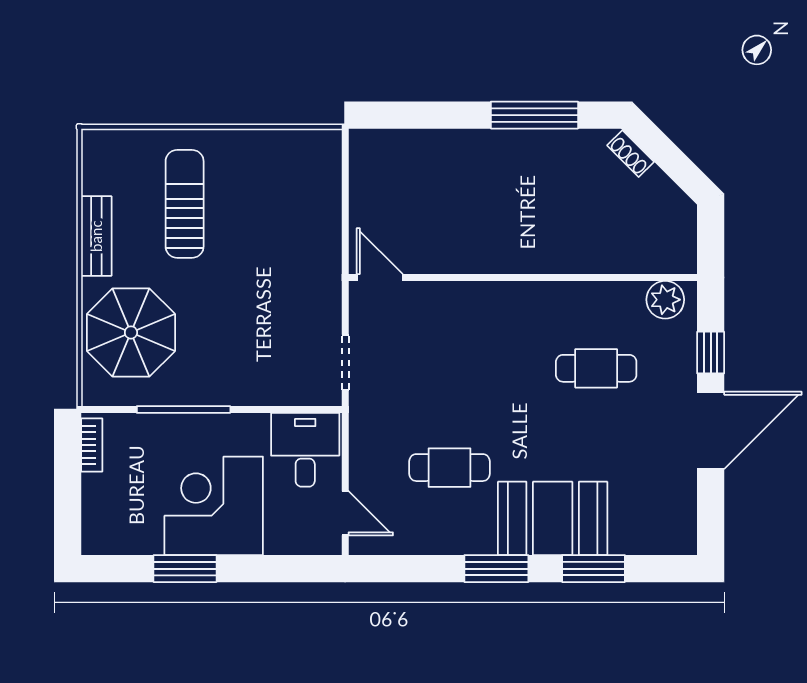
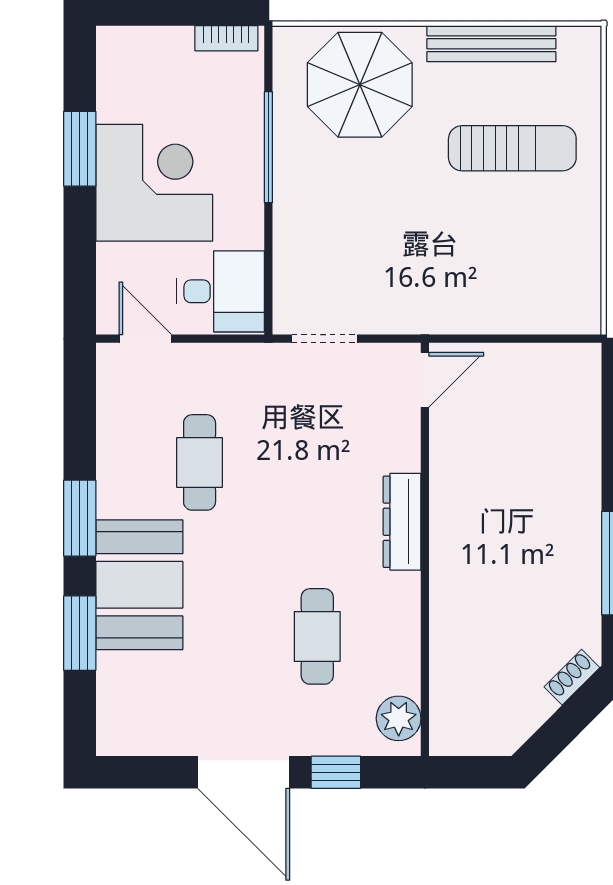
bench: (96, 236) -> (491, 44), width x1.36
dresser: (499, 297) -> (402, 522), added
door: (345, 513) -> (145, 339), swing flipped

